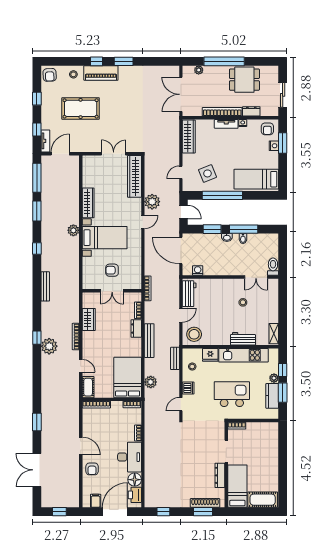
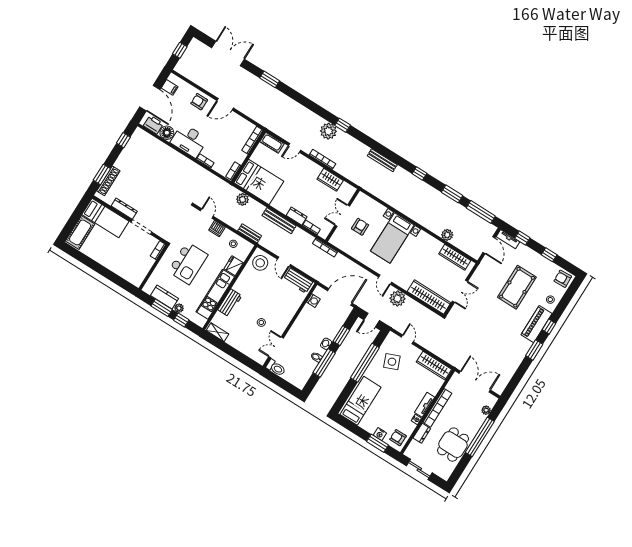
wardrobe: (88, 203) -> (455, 257), moved
plant: (73, 230) -> (447, 235), moved

